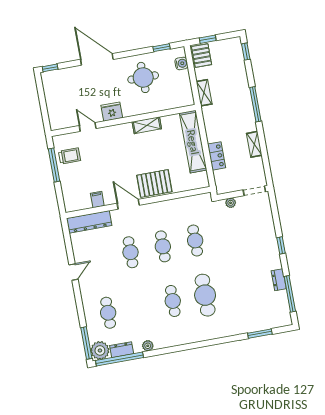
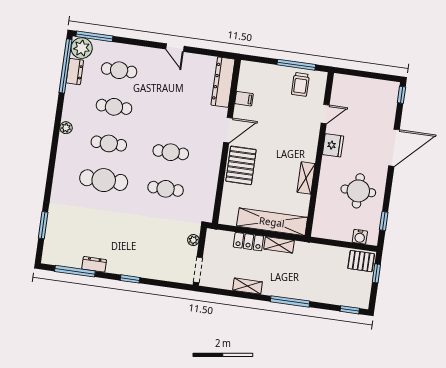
shelving: (204, 93) -> (279, 245), moved
cafe table: (131, 252) -> (114, 107), moved
plant: (148, 346) -> (66, 128), moved

